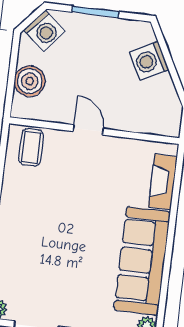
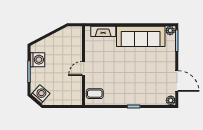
washing machine: (149, 61) -> (37, 60), moved, turned -62
boiler: (30, 81) -> (64, 98), removed

